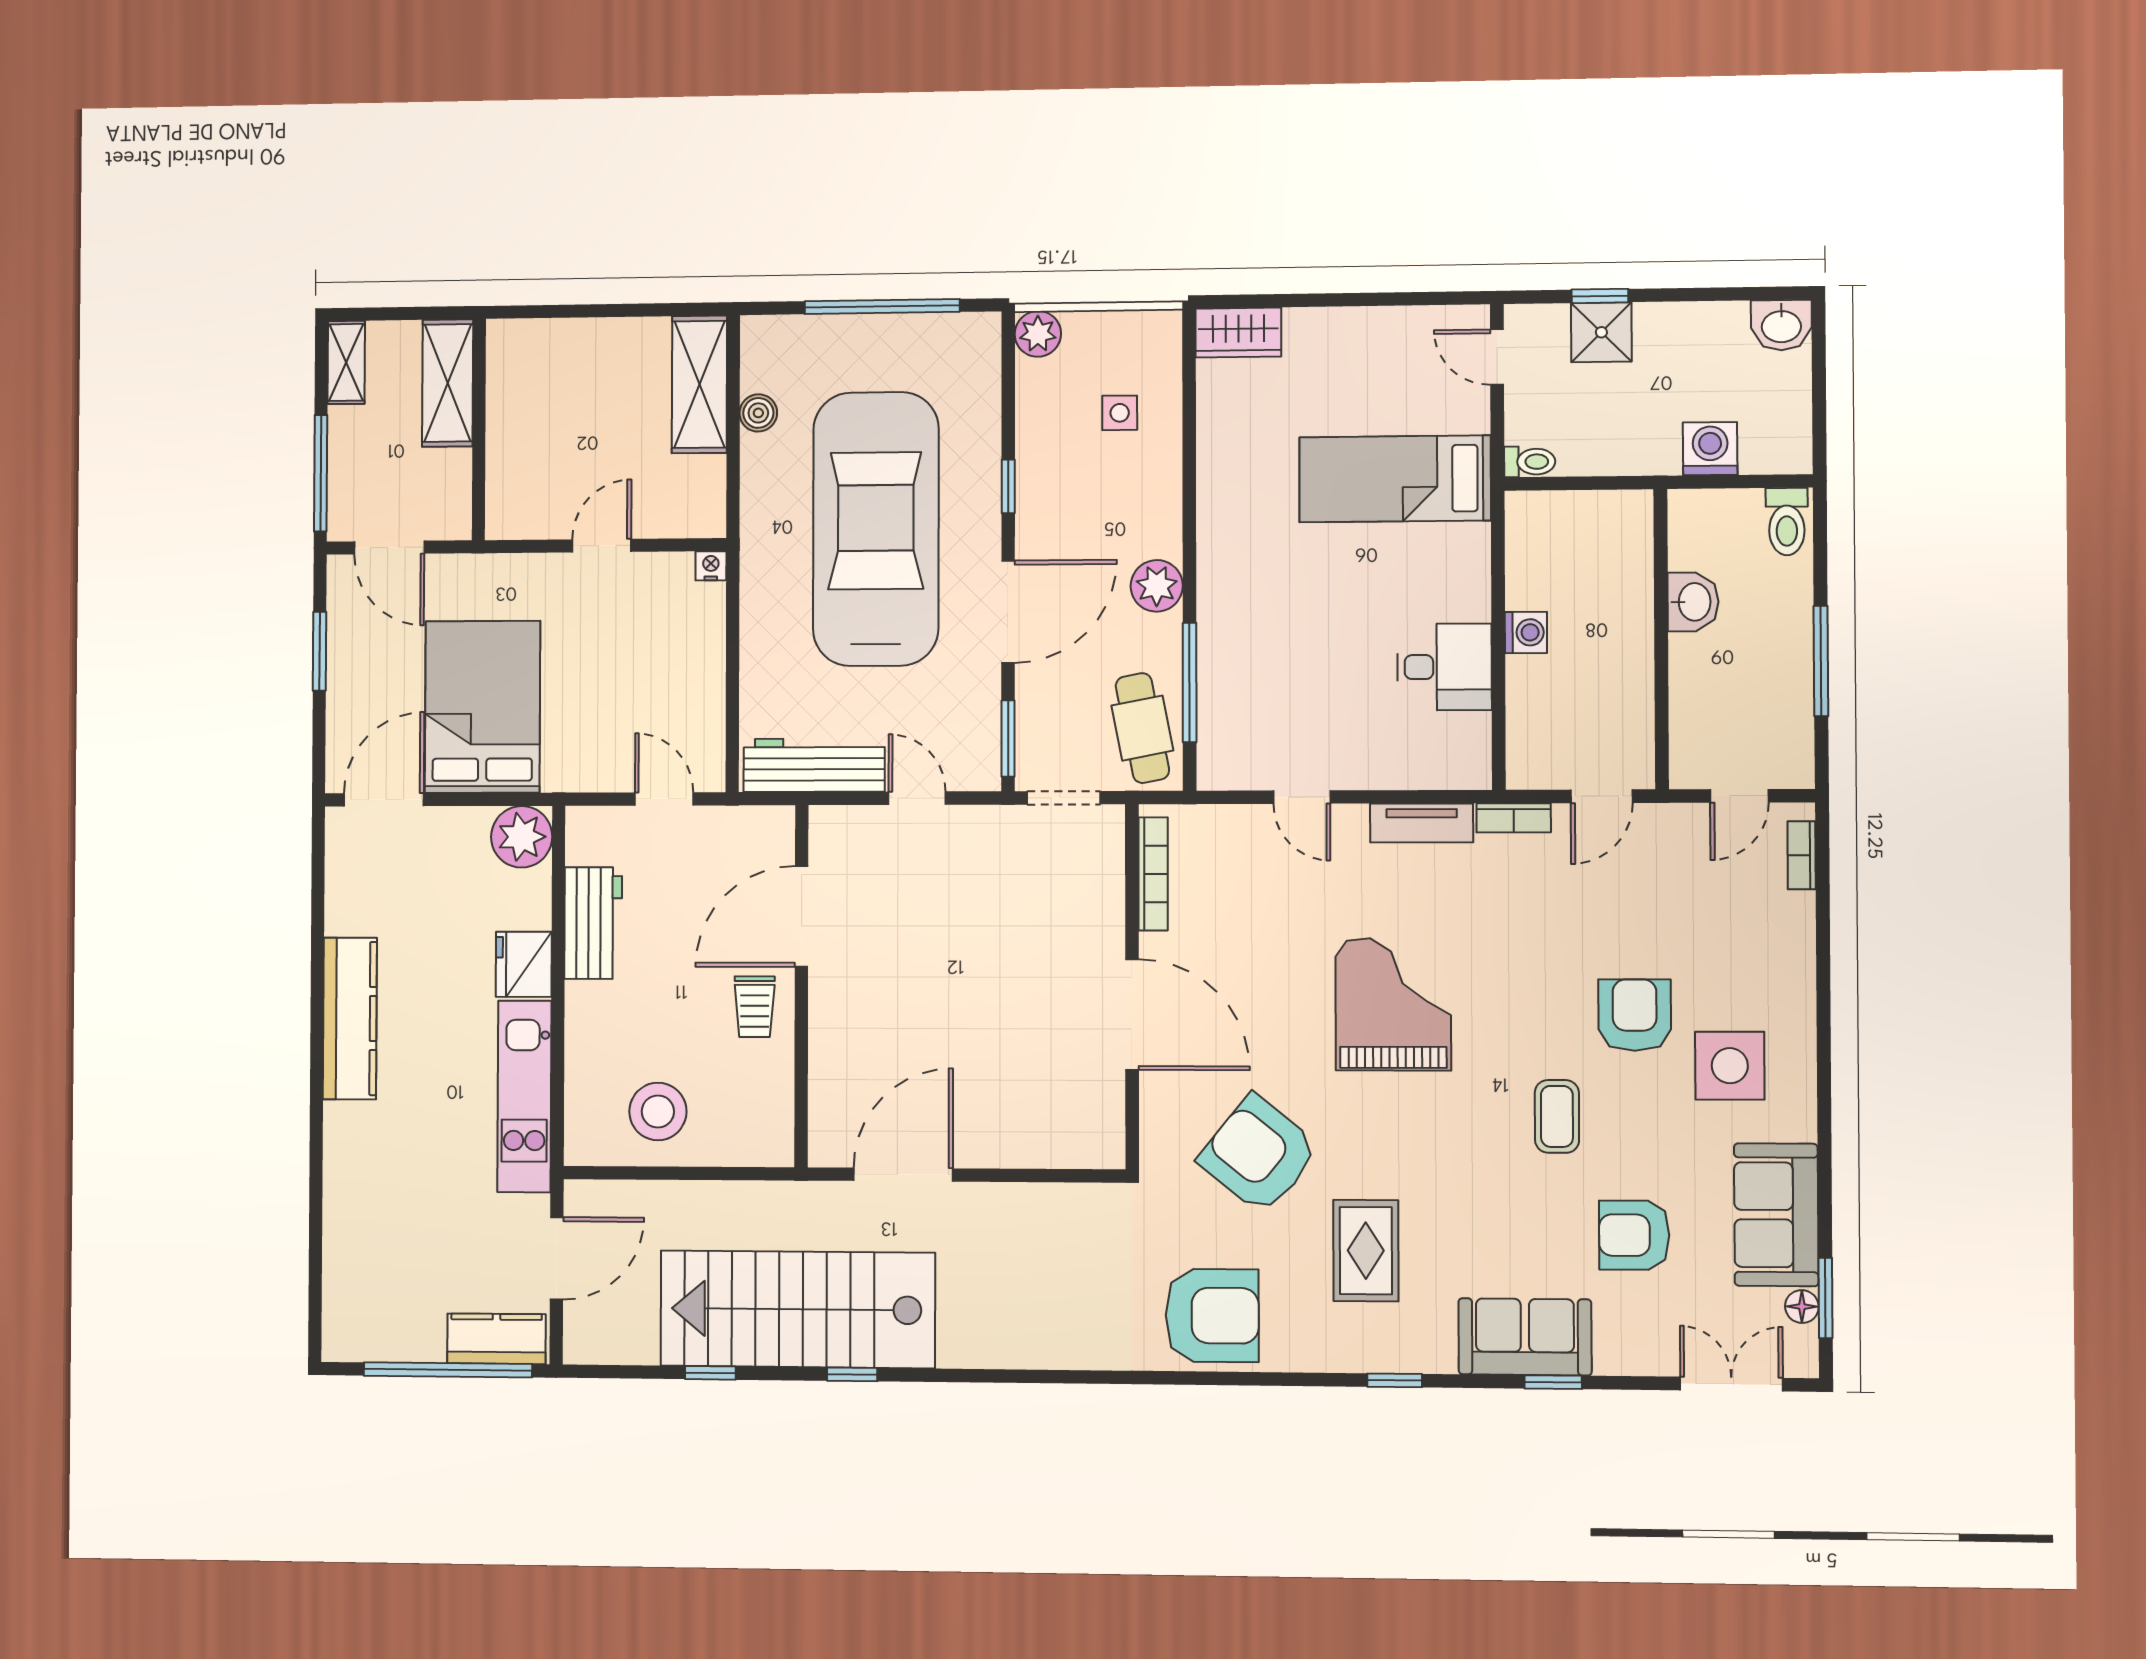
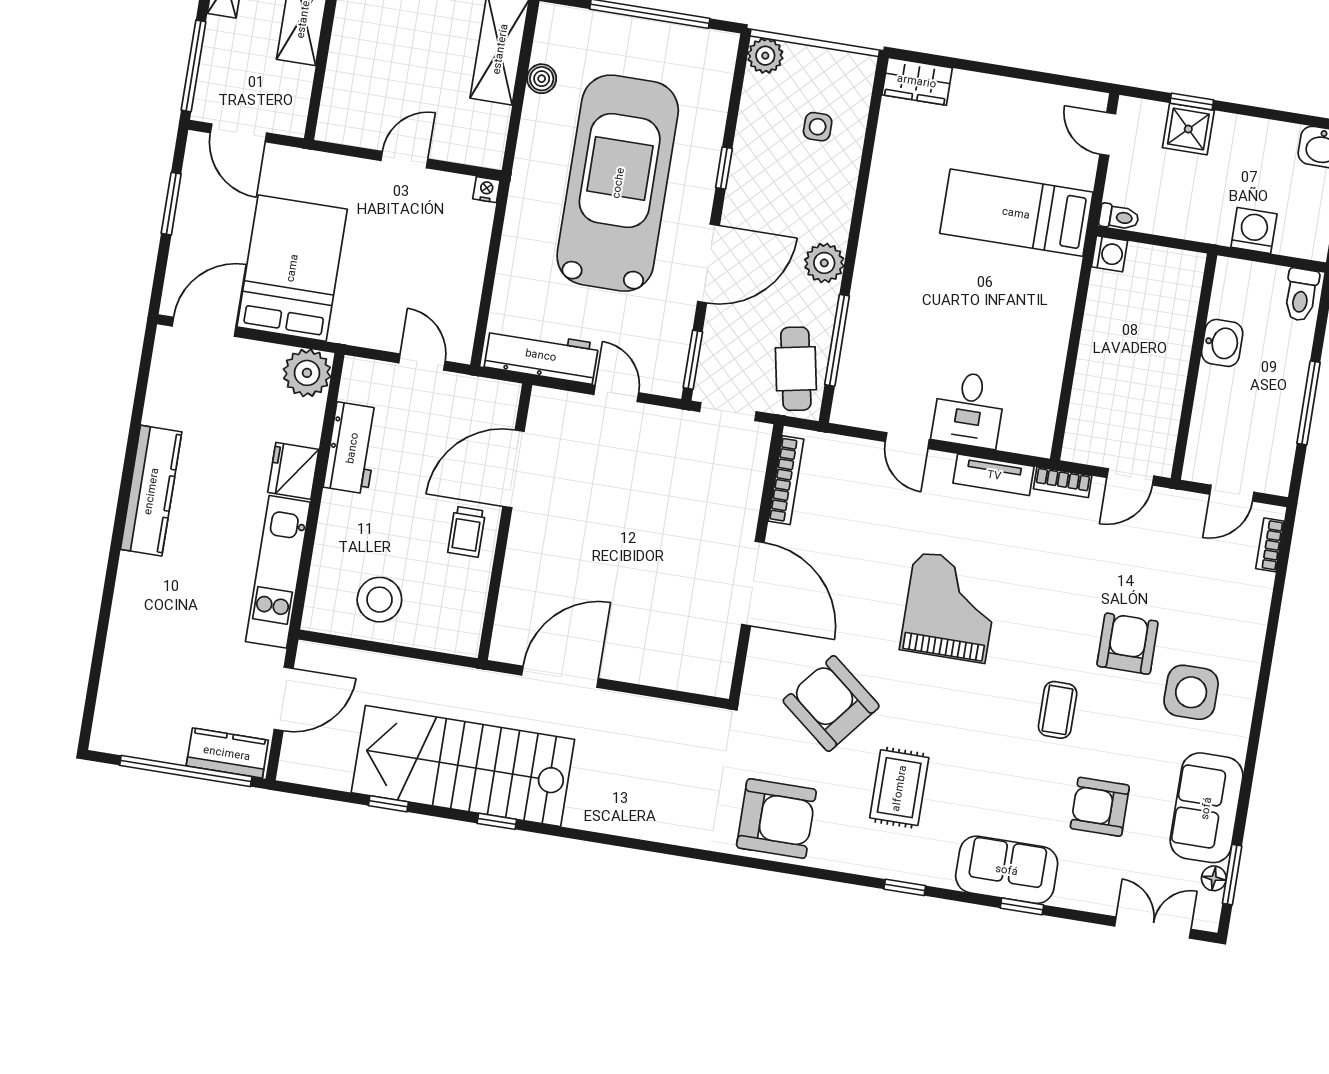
washing machine: (1526, 632) -> (1110, 254), moved
desk: (1444, 667) -> (969, 409), moved, turned 90

